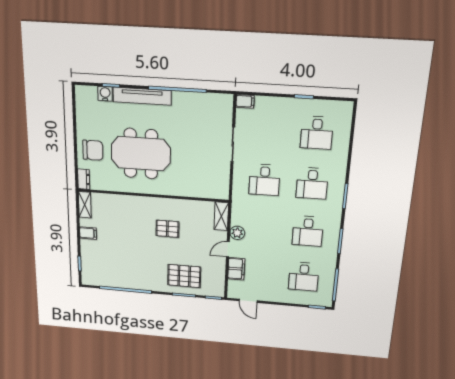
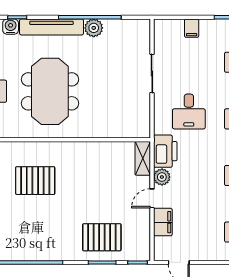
plant: (181, 99) -> (94, 28), added
filing cabinet: (245, 101) -> (192, 28), moved, turned 90
meeting table: (141, 154) -> (50, 91), turned 90
printer: (241, 212) -> (165, 151), added
pallet: (167, 229) -> (35, 181), moved, width x1.50, depth x1.42

